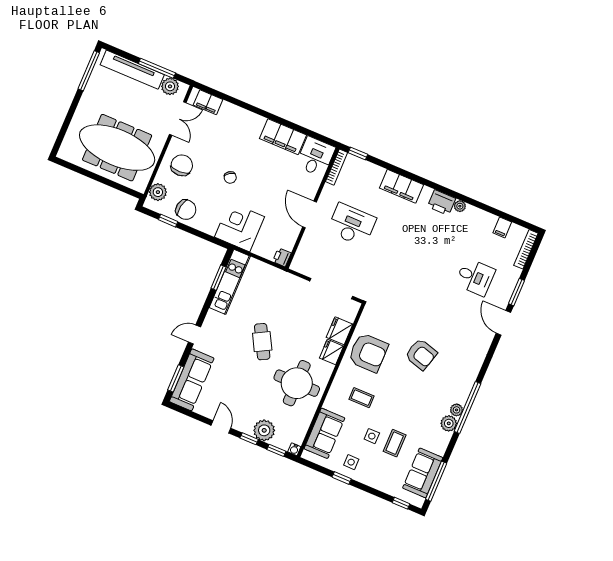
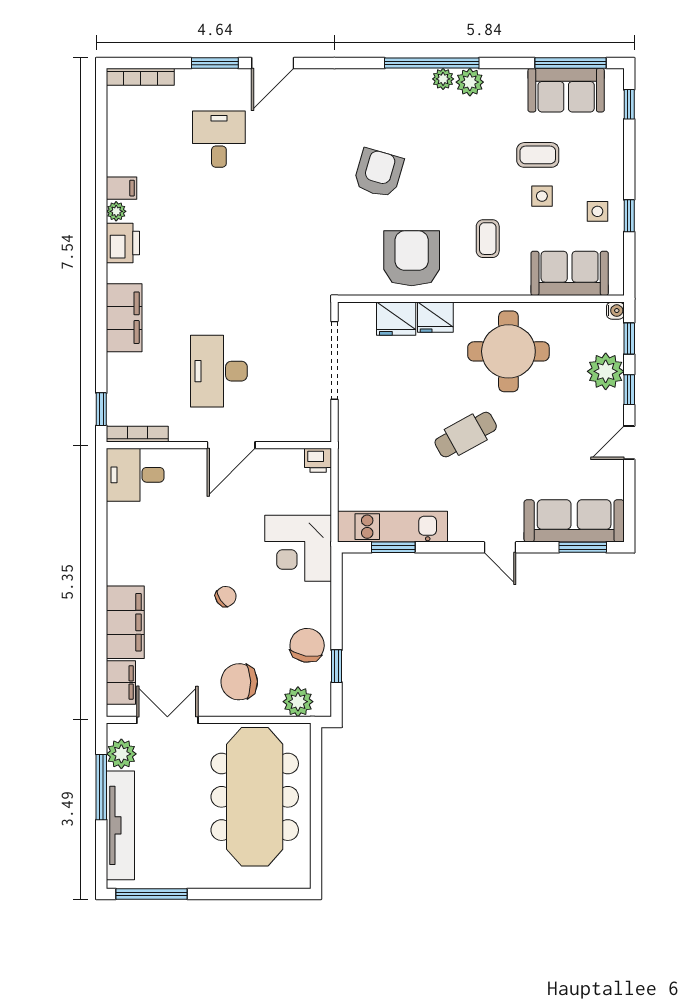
filing cabinet: (283, 137) -> (125, 622), moved
filing cabinet: (502, 227) -> (121, 188), moved

